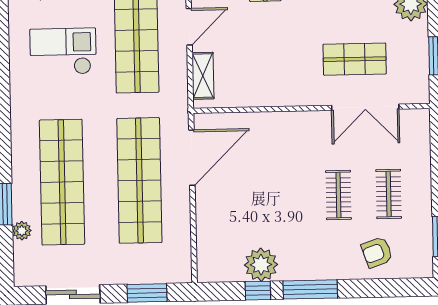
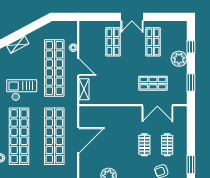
door: (189, 27) -> (78, 67), hinge flipped
checkout: (63, 51) -> (22, 90), moved
door: (192, 158) -> (78, 140), moved

